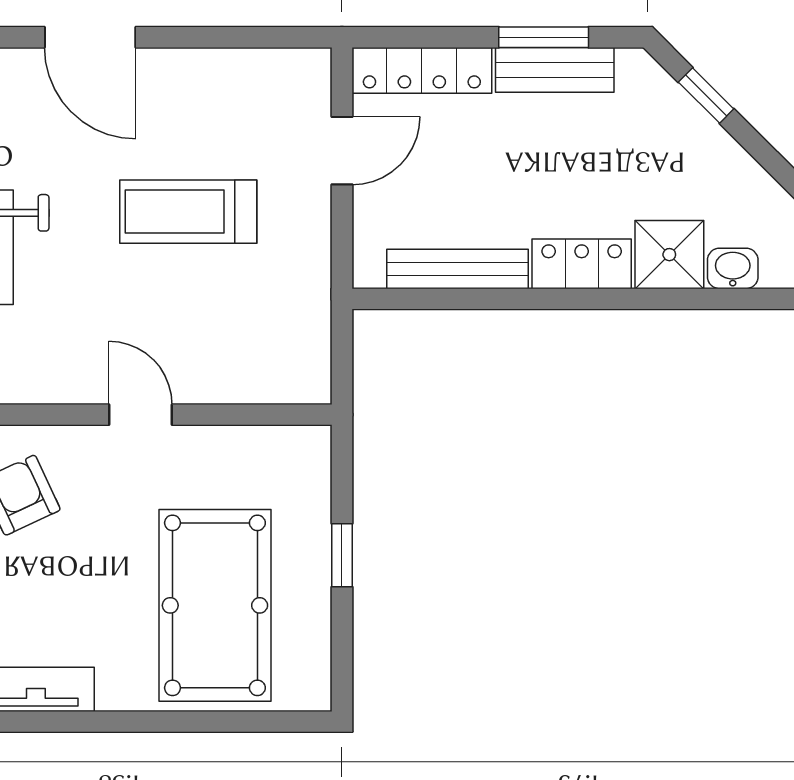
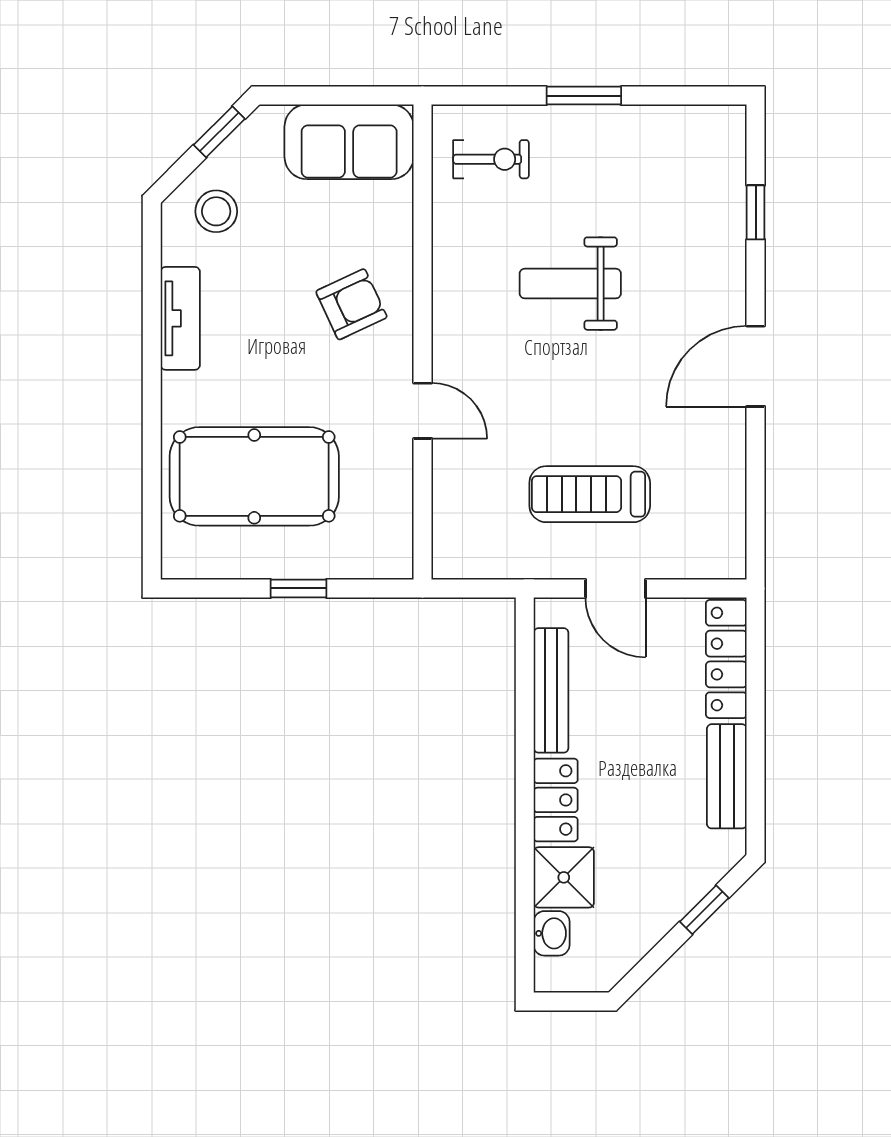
window: (544, 37) -> (756, 766), removed
door: (342, 151) -> (615, 588), moved
treadmill: (188, 212) -> (590, 494), moved, turned -90
door: (141, 415) -> (423, 411), hinge flipped

